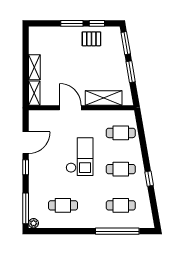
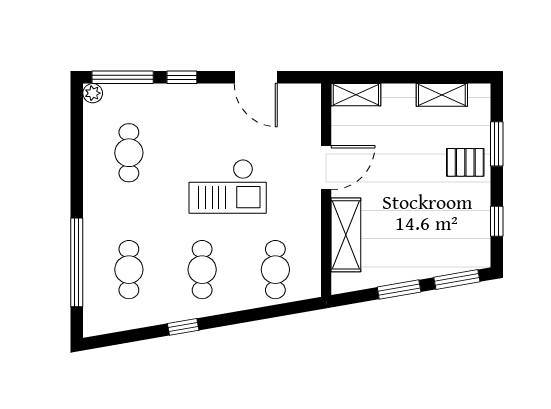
window: (72, 23) -> (497, 144), moved
pallet: (91, 39) -> (465, 162), moved, turned 90
shelving: (34, 67) -> (442, 95), moved
window: (26, 167) -> (182, 77), moved

